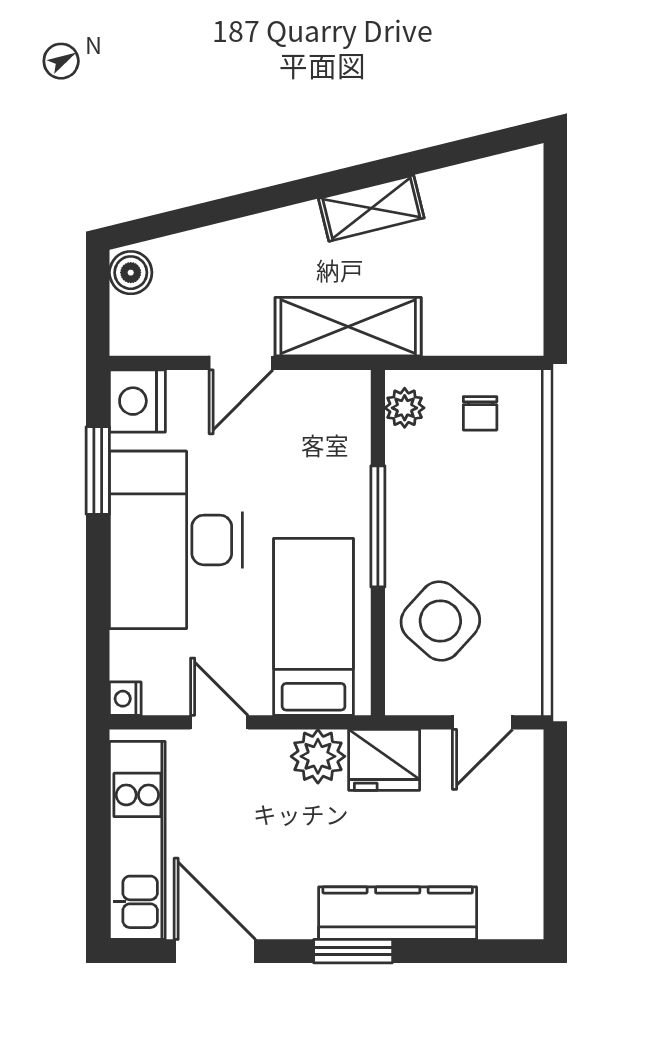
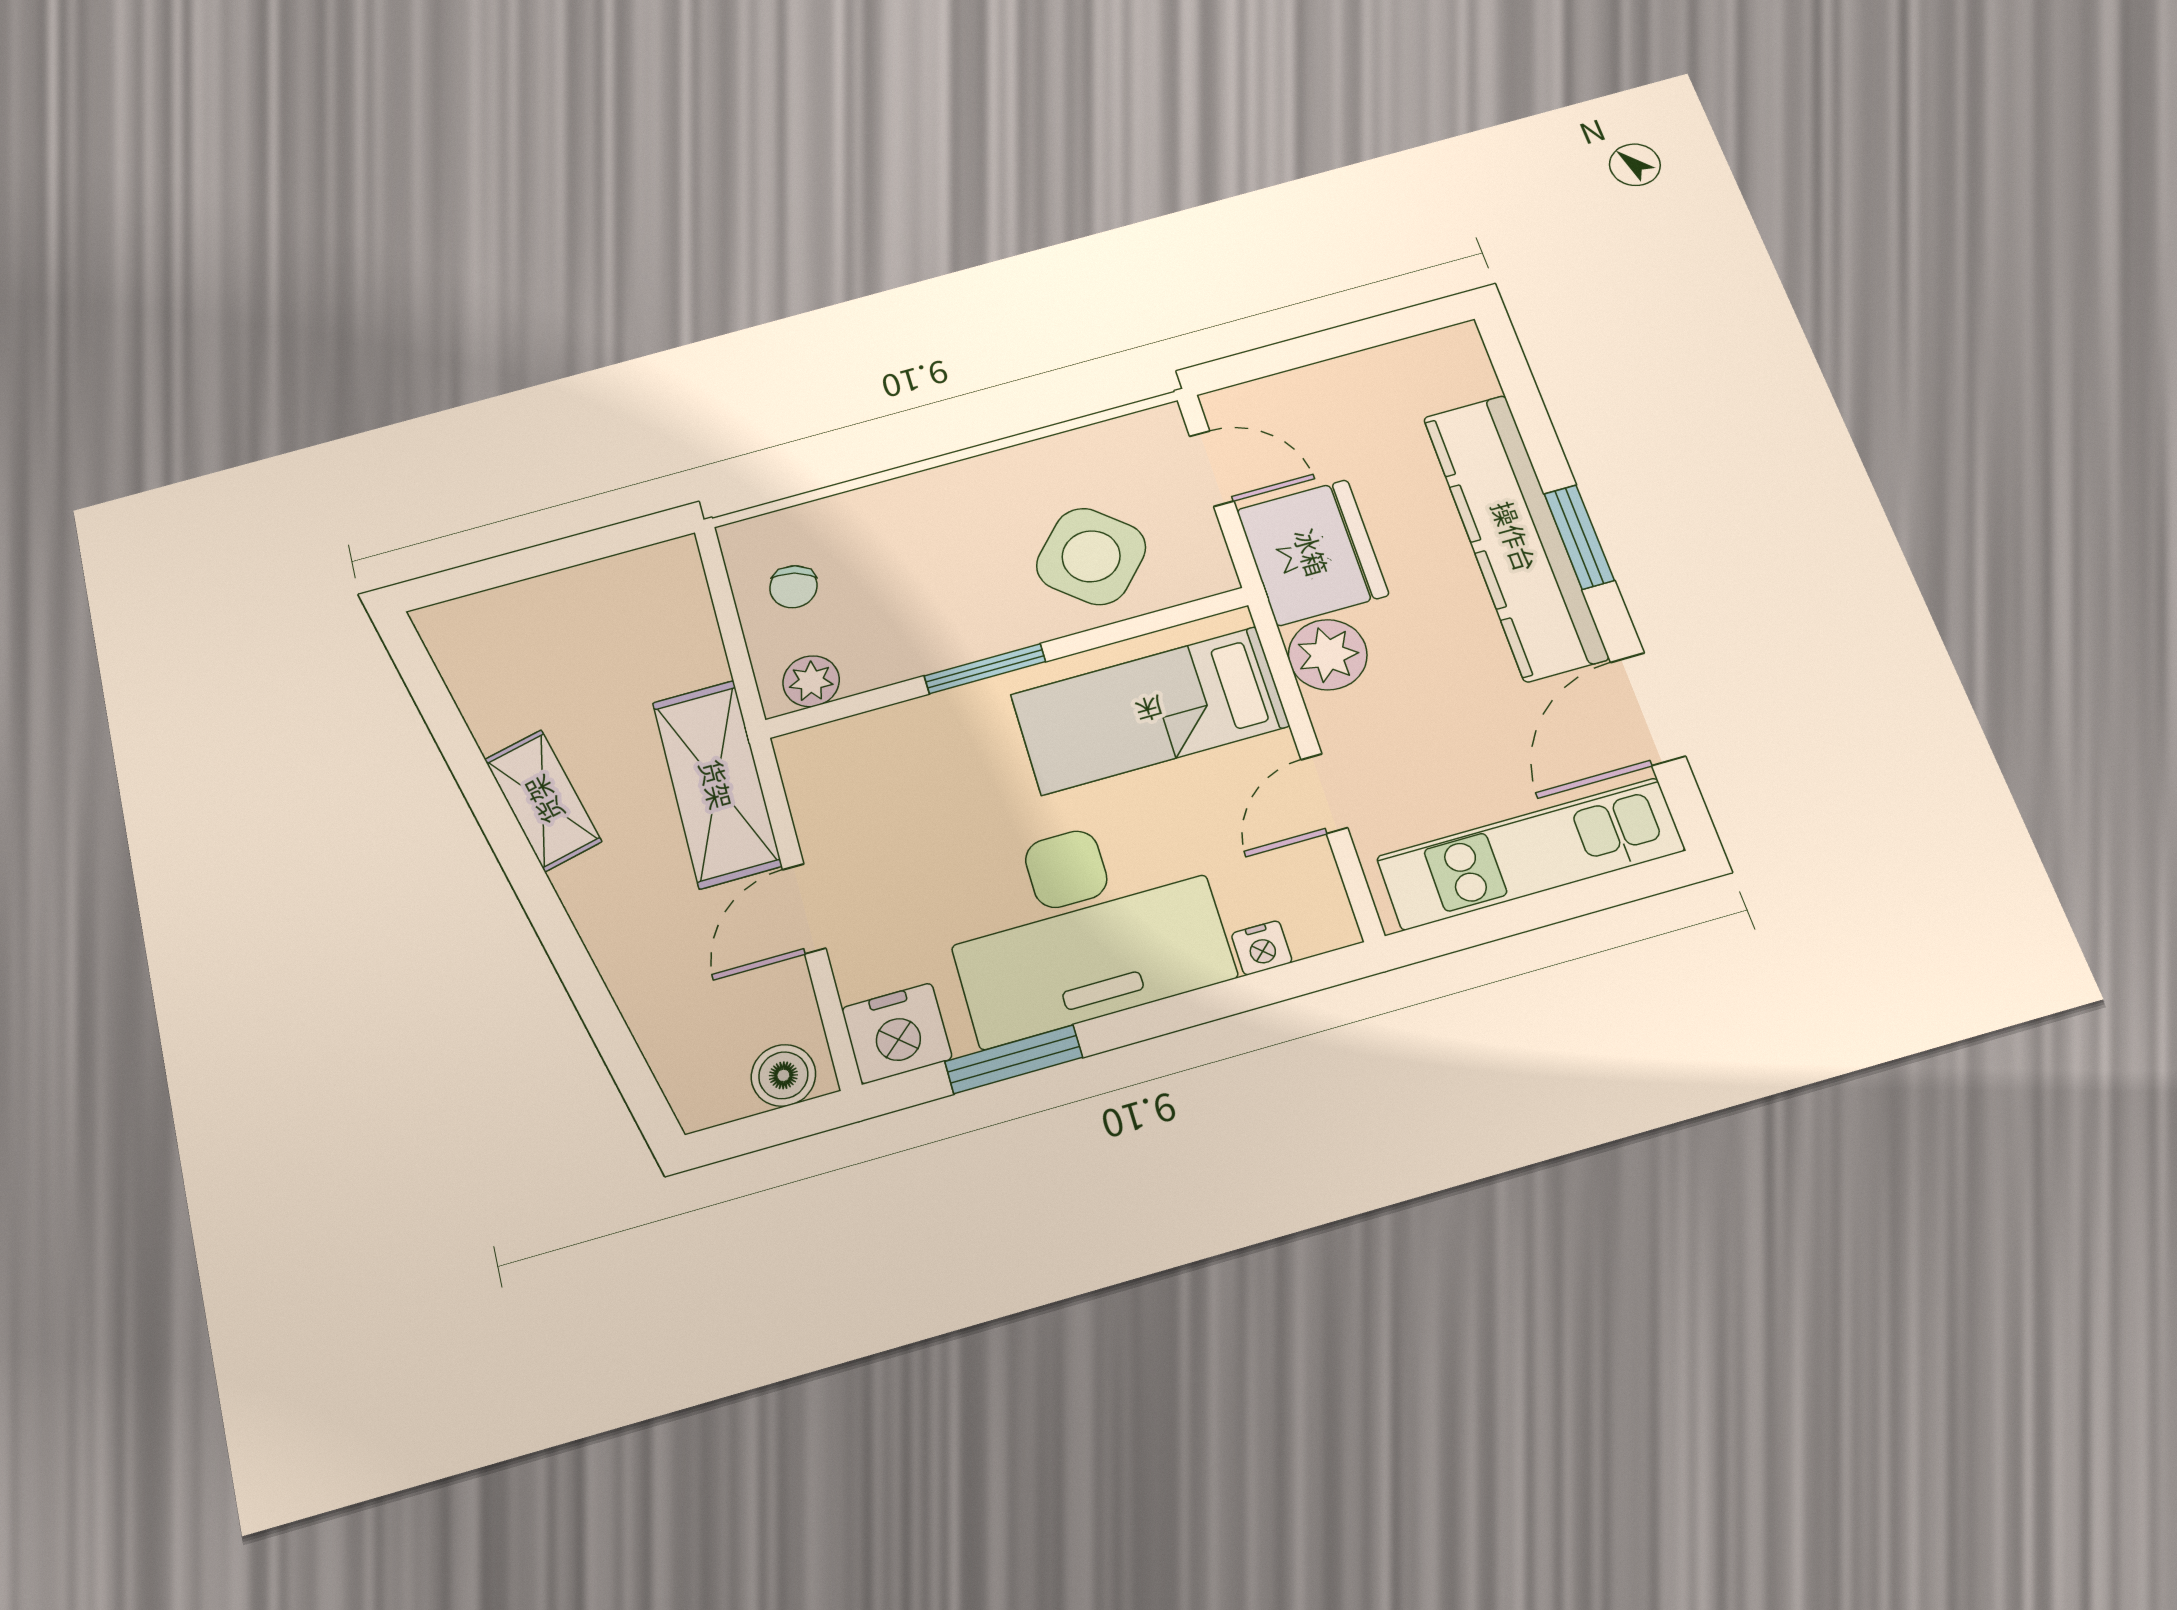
boiler: (131, 273) -> (783, 1075), moved
door: (241, 363) -> (804, 909), swing flipped
chair: (480, 413) -> (793, 587), turned 107
window: (378, 526) -> (985, 669), width x0.69
nightstand: (125, 699) -> (1262, 948), moved
fridge: (384, 760) -> (1312, 552), width x1.36, depth x1.34
kitchen counter: (398, 913) -> (1515, 536), width x1.39, depth x1.17

